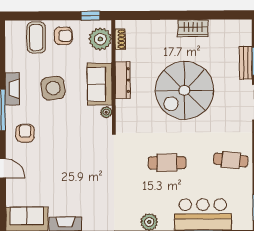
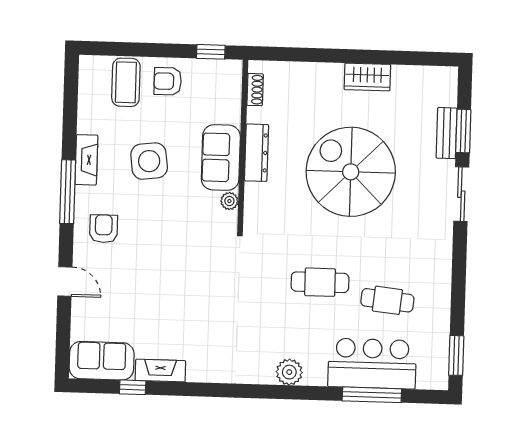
armchair: (63, 36) -> (168, 81), turned 180
plant: (100, 39) -> (224, 88), removed
spiral stairs: (184, 90) -> (351, 172), turned 90
cafe table: (231, 160) -> (387, 300), moved

